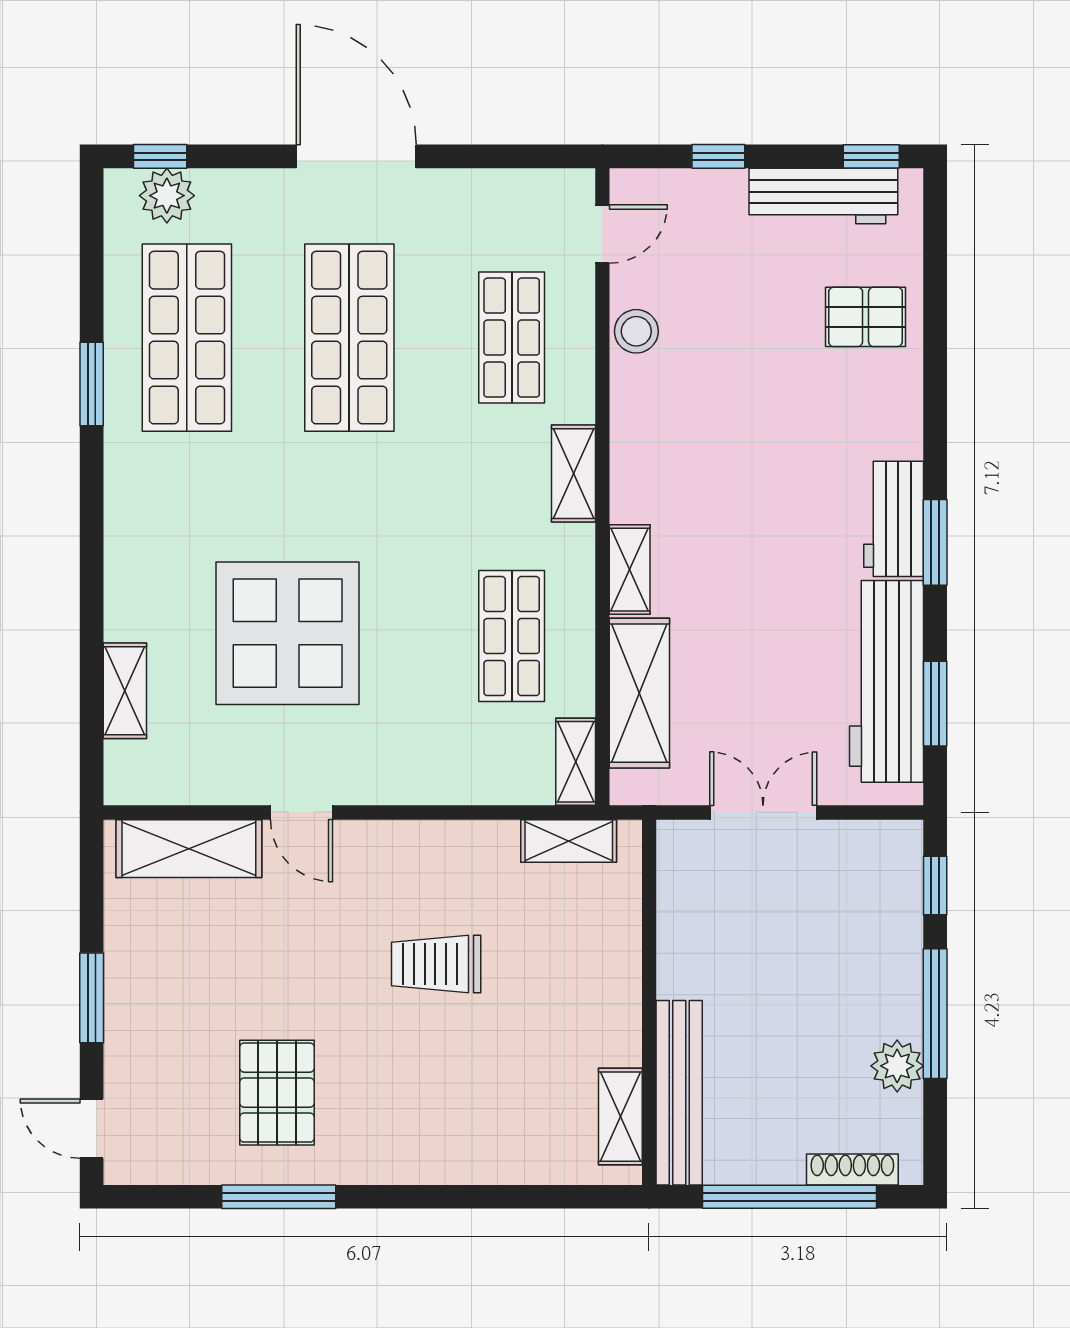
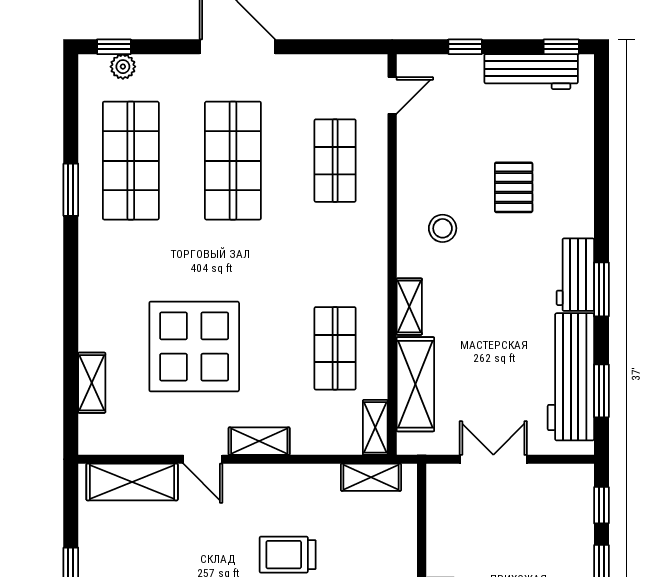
plant: (167, 196) -> (123, 67), width x0.73, depth x0.73
pallet: (866, 317) -> (514, 187), moved, turned 90
stool: (636, 331) -> (443, 228), moved
shelving: (573, 474) -> (259, 441), moved, turned 90

